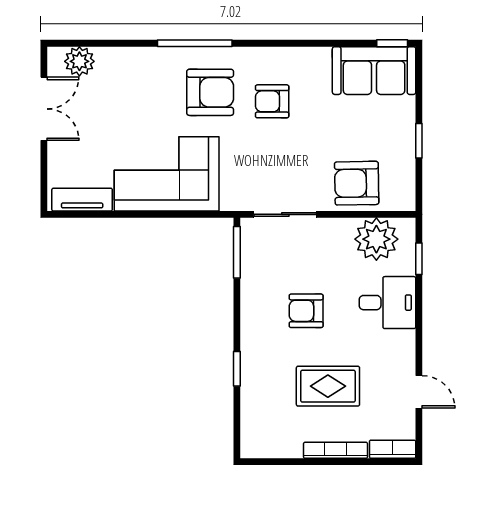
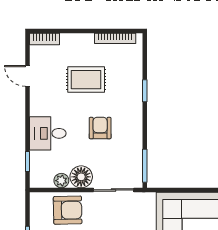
floor lamp: (336, 235) -> (81, 177), added
plant: (376, 239) -> (61, 181), width x0.53, depth x0.53
armchair: (306, 311) -> (100, 128), turned -90
bookcase: (335, 450) -> (115, 38), moved

